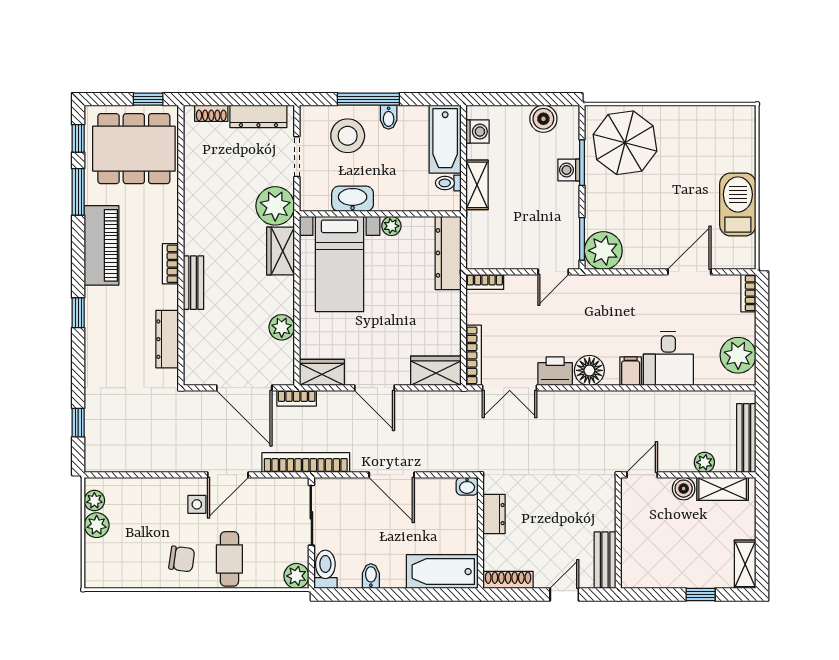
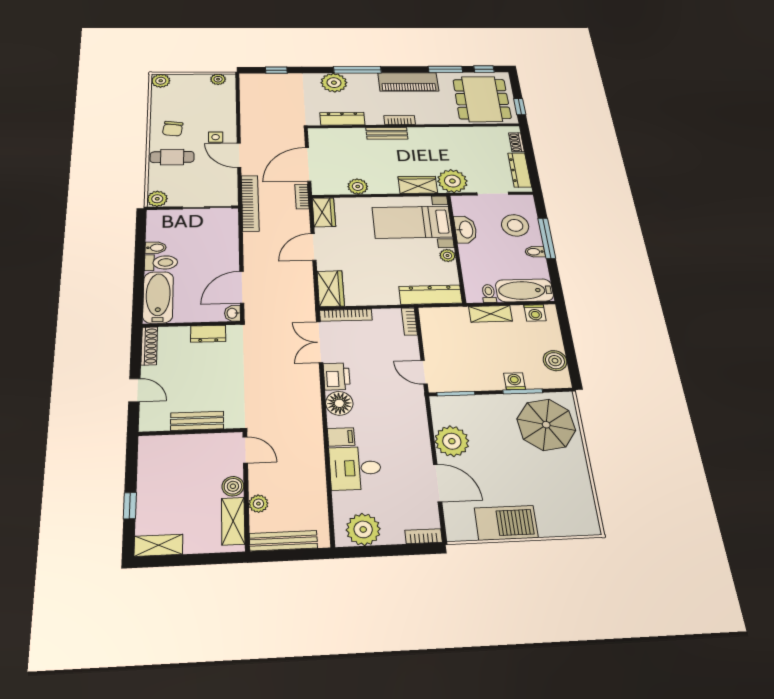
plant: (603, 251) -> (452, 441), moved
window: (78, 313) -> (357, 70), width x2.17
plant: (102, 346) -> (334, 83), added
door: (392, 475) -> (242, 287), moved
plant: (97, 525) -> (161, 81), moved
bench: (605, 560) -> (197, 421), moved
toilet: (325, 569) -> (161, 263), moved

